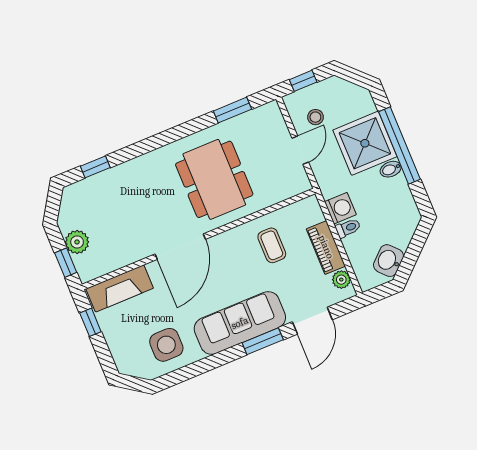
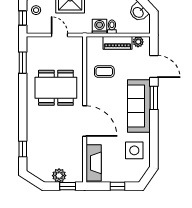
stool: (315, 117) -> (36, 10), moved
window: (90, 322) -> (117, 186), moved

